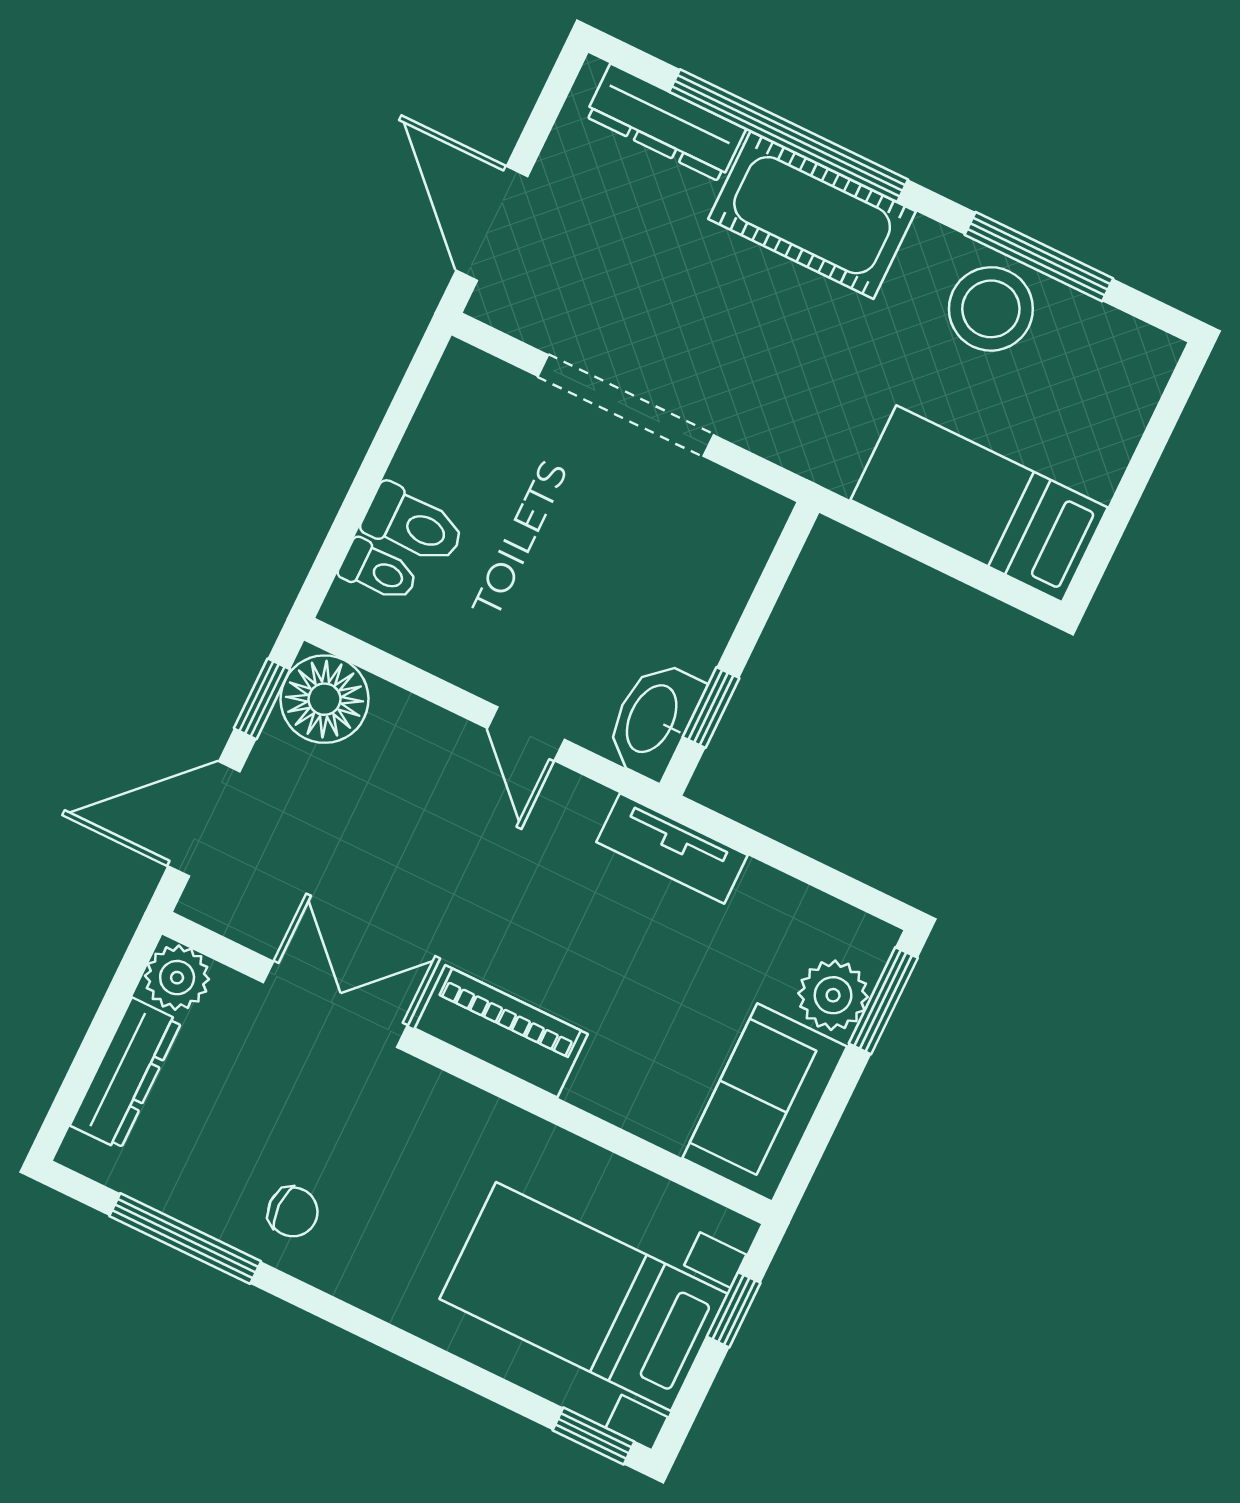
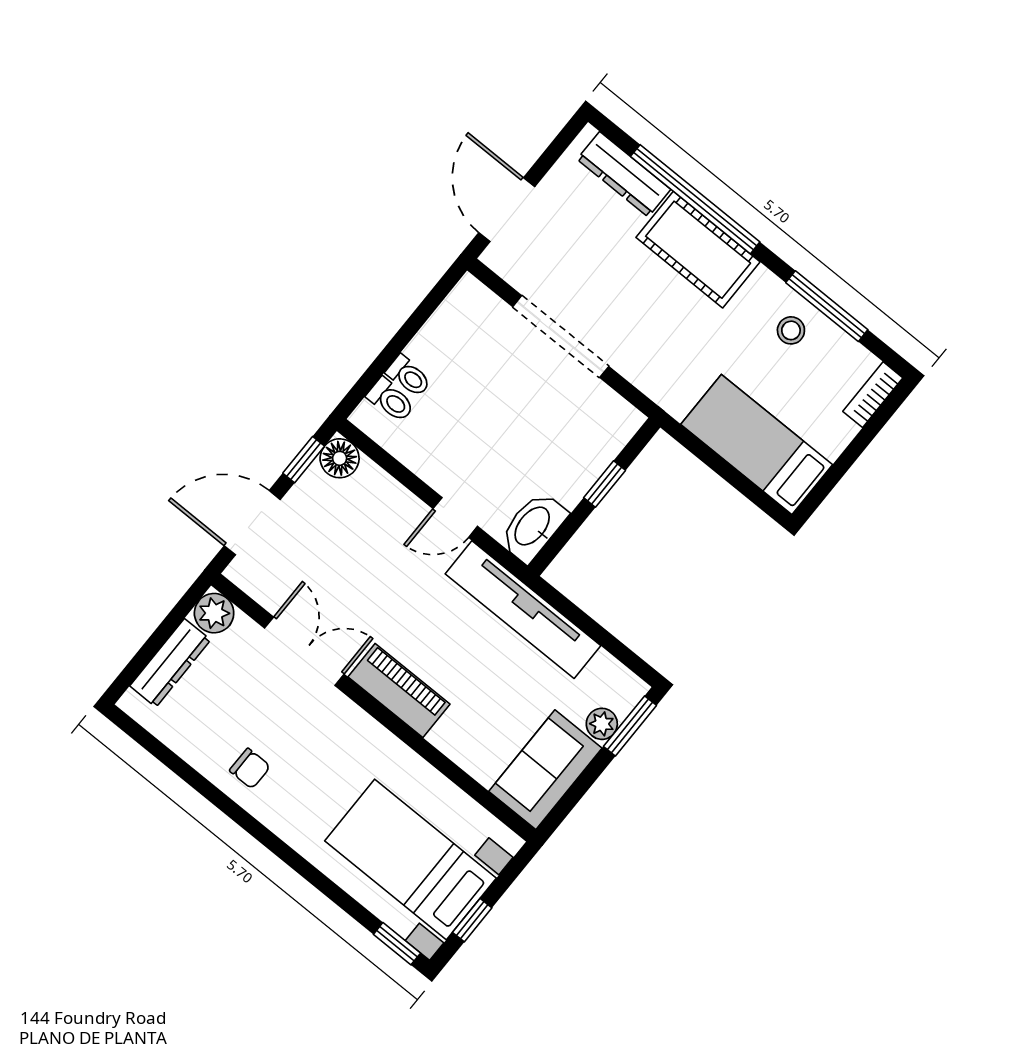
stool: (991, 309) -> (791, 330), width x0.53, depth x0.53
bookcase: (1146, 380) -> (873, 395), added
toilet: (413, 525) -> (409, 376), width x0.73, depth x0.72
floor lamp: (325, 699) -> (340, 458), width x0.73, depth x0.73
window: (711, 708) -> (605, 484), moved
door: (526, 734) -> (455, 517), hinge flipped
tv unit: (672, 849) -> (523, 610), width x1.92, depth x1.29
plant: (833, 995) -> (602, 724), width x0.73, depth x0.73
window: (185, 1239) -> (182, 769), removed
window: (734, 1310) -> (472, 920), moved

